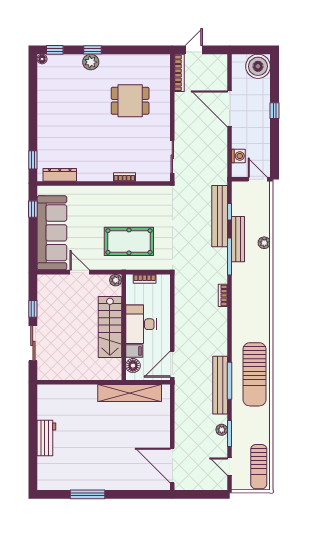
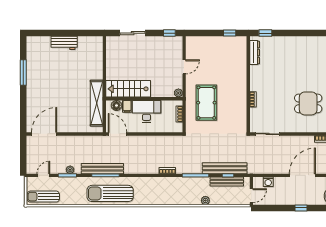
dining table: (130, 101) -> (308, 103), turned 90
sofa: (52, 233) -> (213, 47), removed
bench: (238, 239) -> (227, 182), moved
window: (33, 309) -> (169, 33), moved
stairs: (110, 327) -> (128, 89), moved

